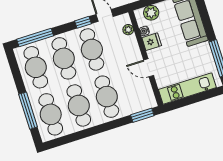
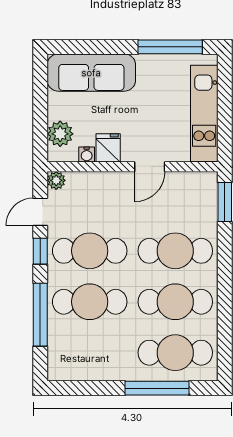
plant: (128, 30) -> (56, 180), moved
window: (35, 38) -> (40, 315), moved
cafe table: (36, 67) -> (90, 353), removed

